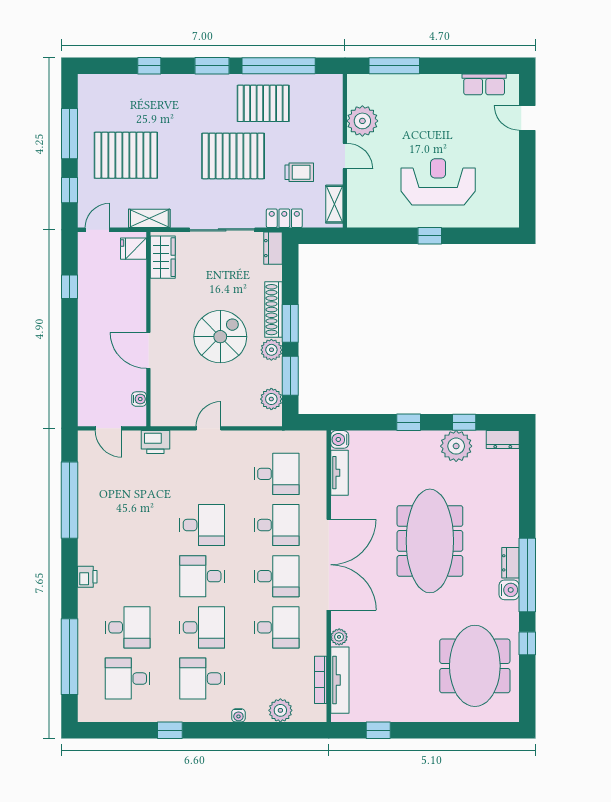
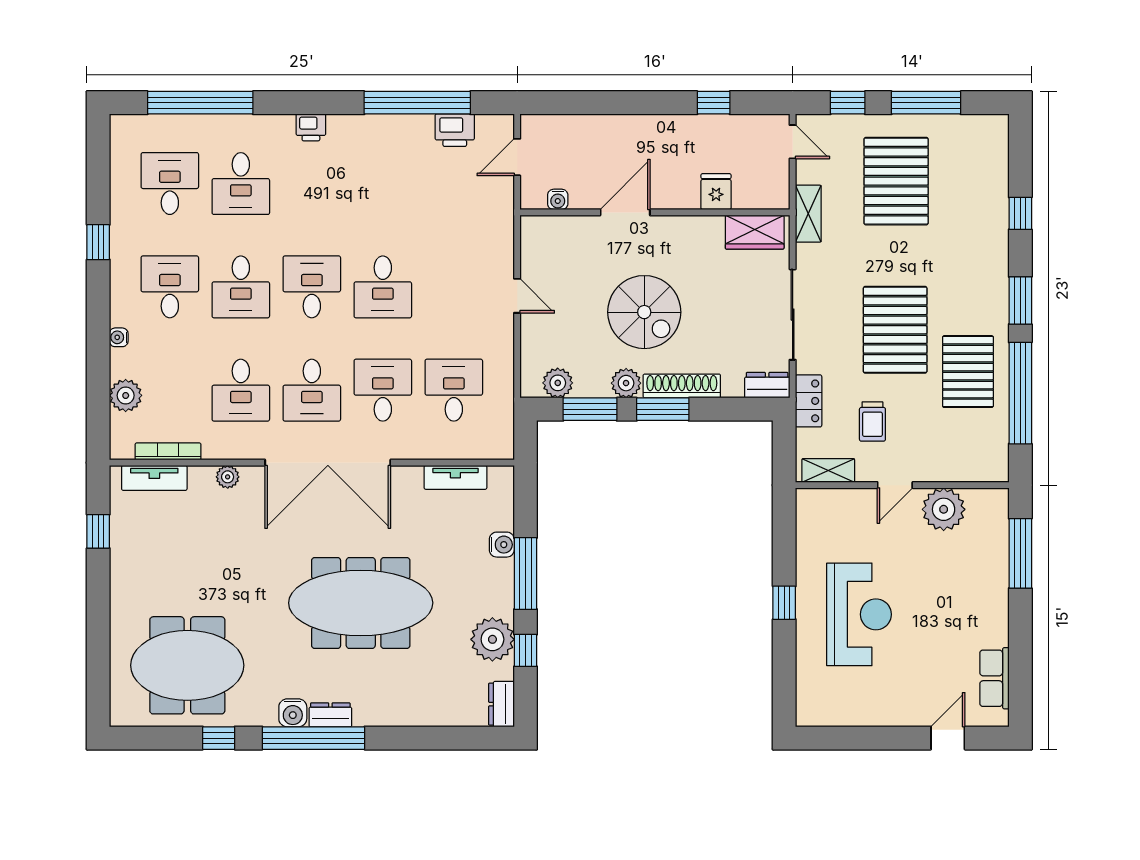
fridge: (133, 249) -> (716, 192), moved
window: (409, 422) -> (526, 573), width x2.17
water cooler: (340, 439) -> (502, 545), moved, turned 90
printer: (155, 442) -> (455, 130), moved, turned -90
desk: (277, 474) -> (454, 390), turned 180
desk: (277, 525) -> (383, 390), turned 180
tv unit: (340, 680) -> (154, 478), width x0.71

